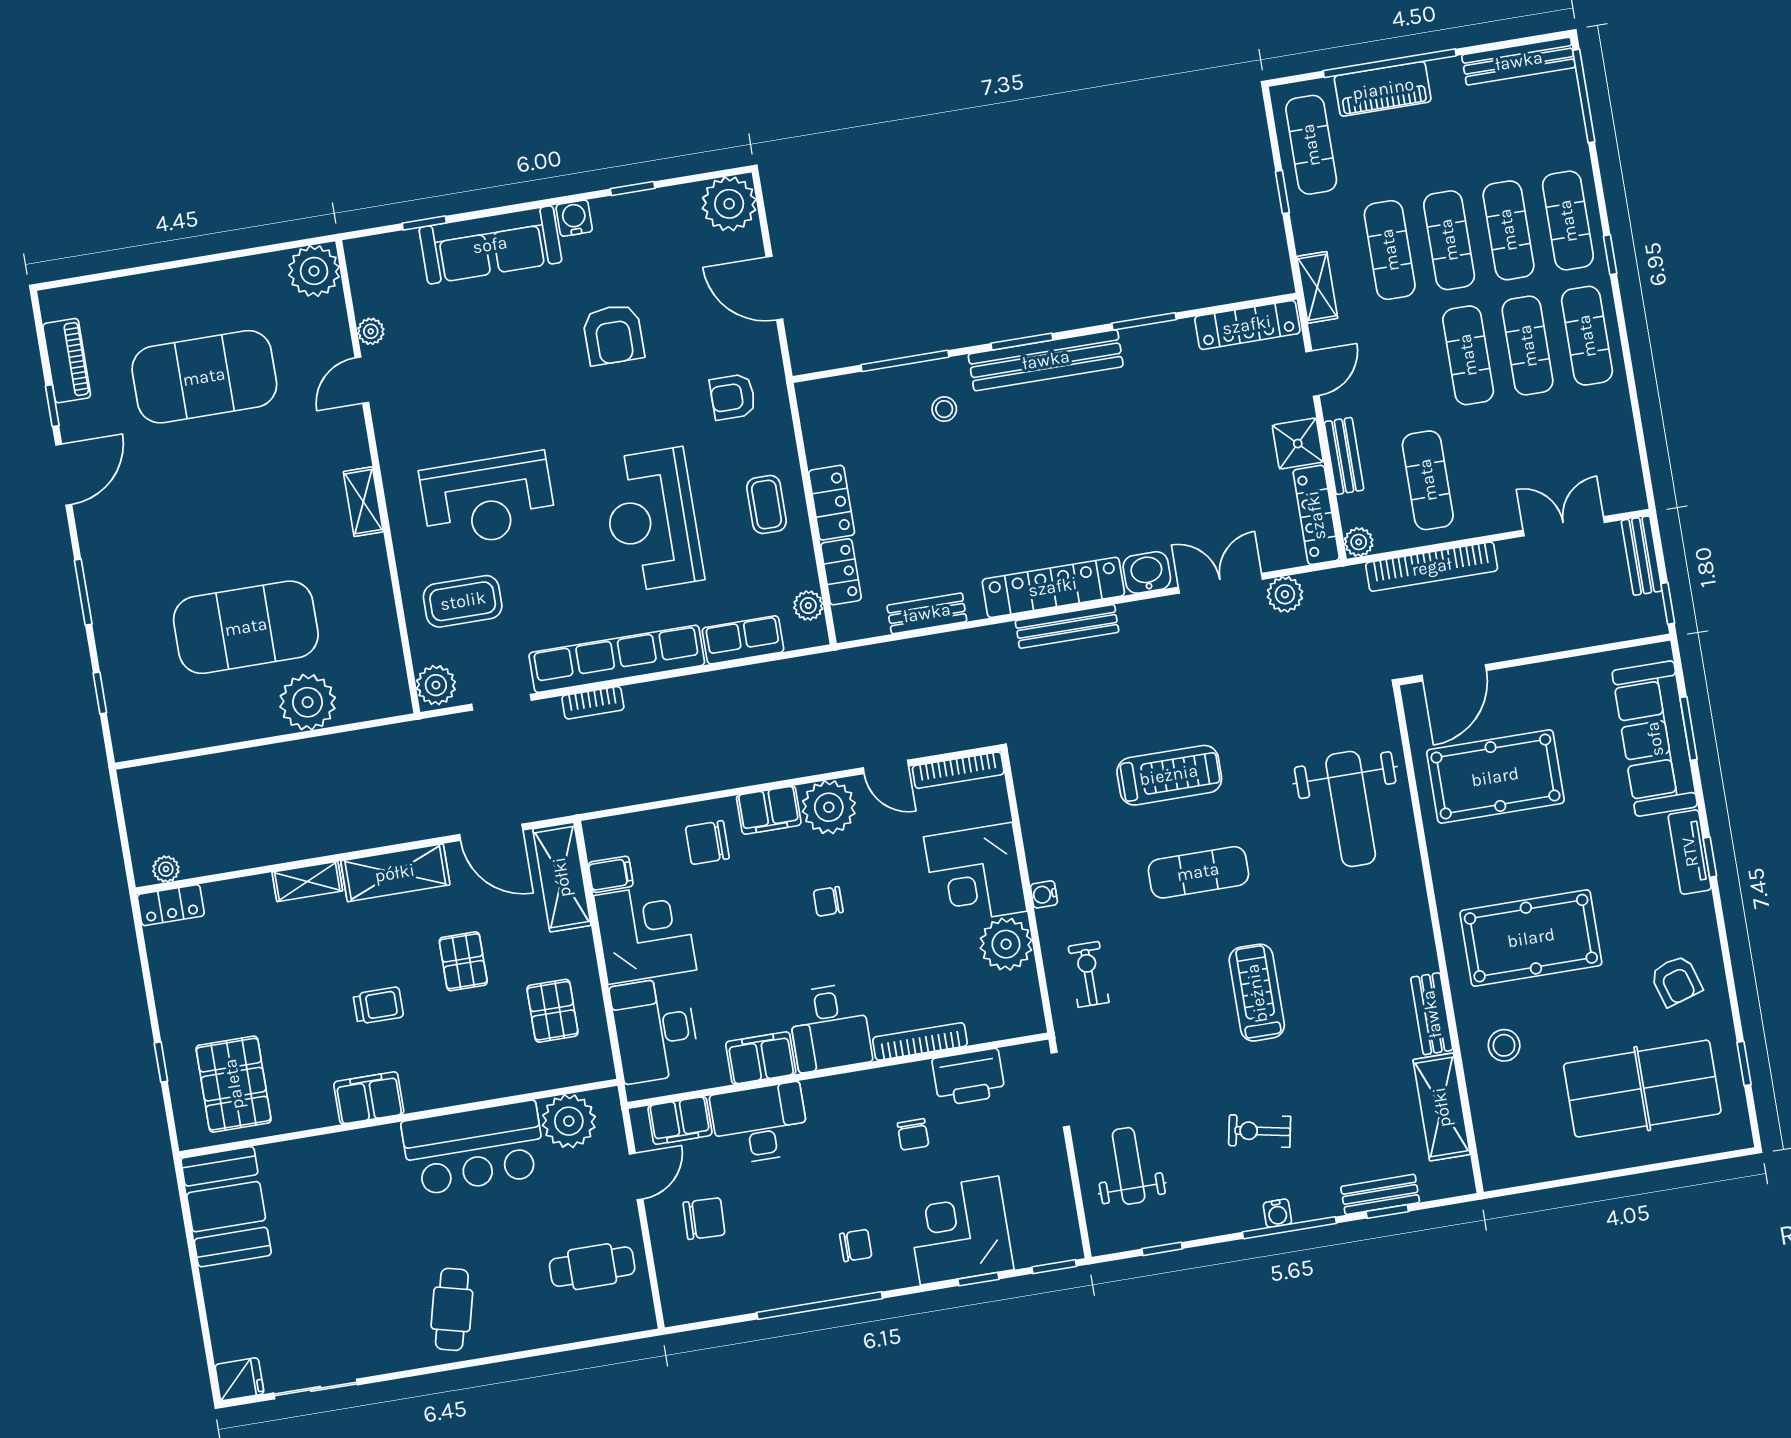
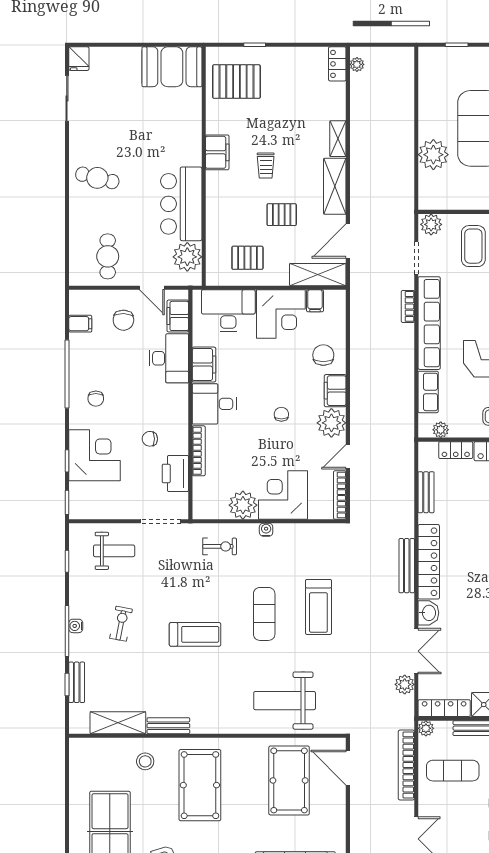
filing cabinet: (723, 1296) -> (80, 324), added

